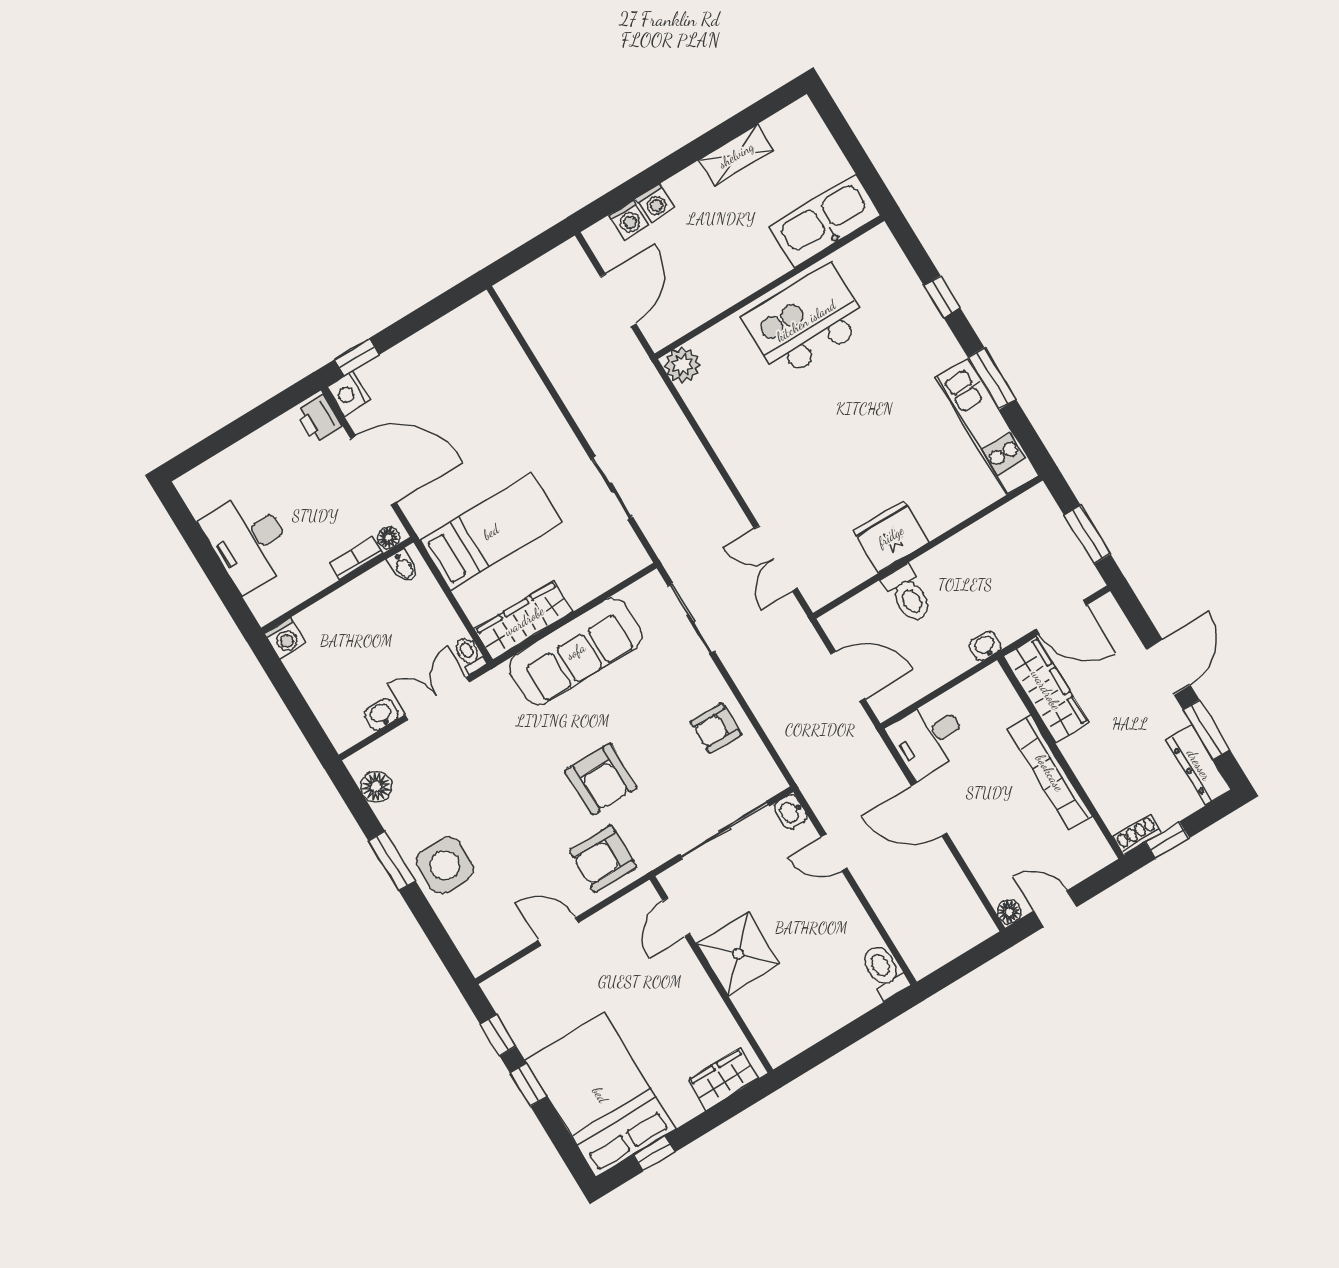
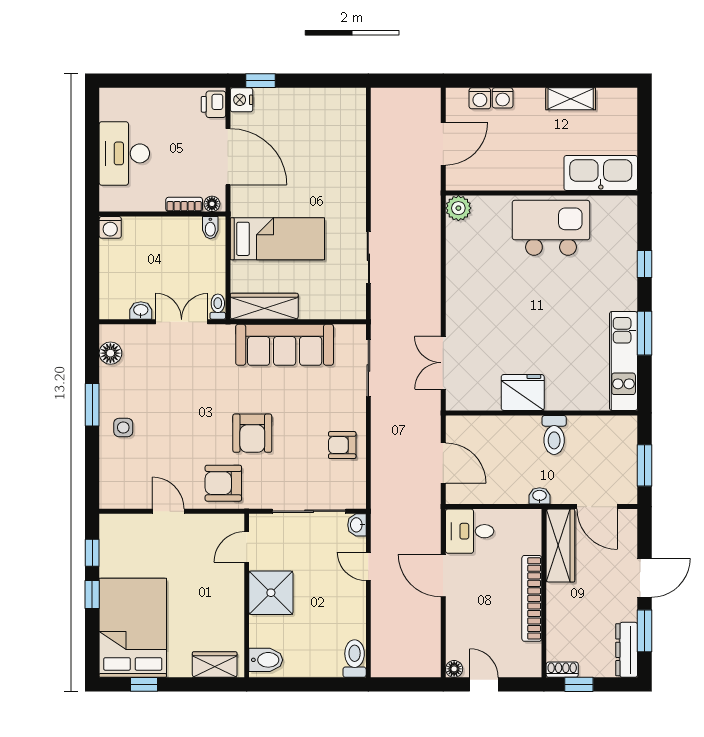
toilet: (908, 595) -> (554, 435), moved
side table: (445, 865) -> (123, 427), width x0.54, depth x0.54
bidet: (780, 1037) -> (266, 660), added

